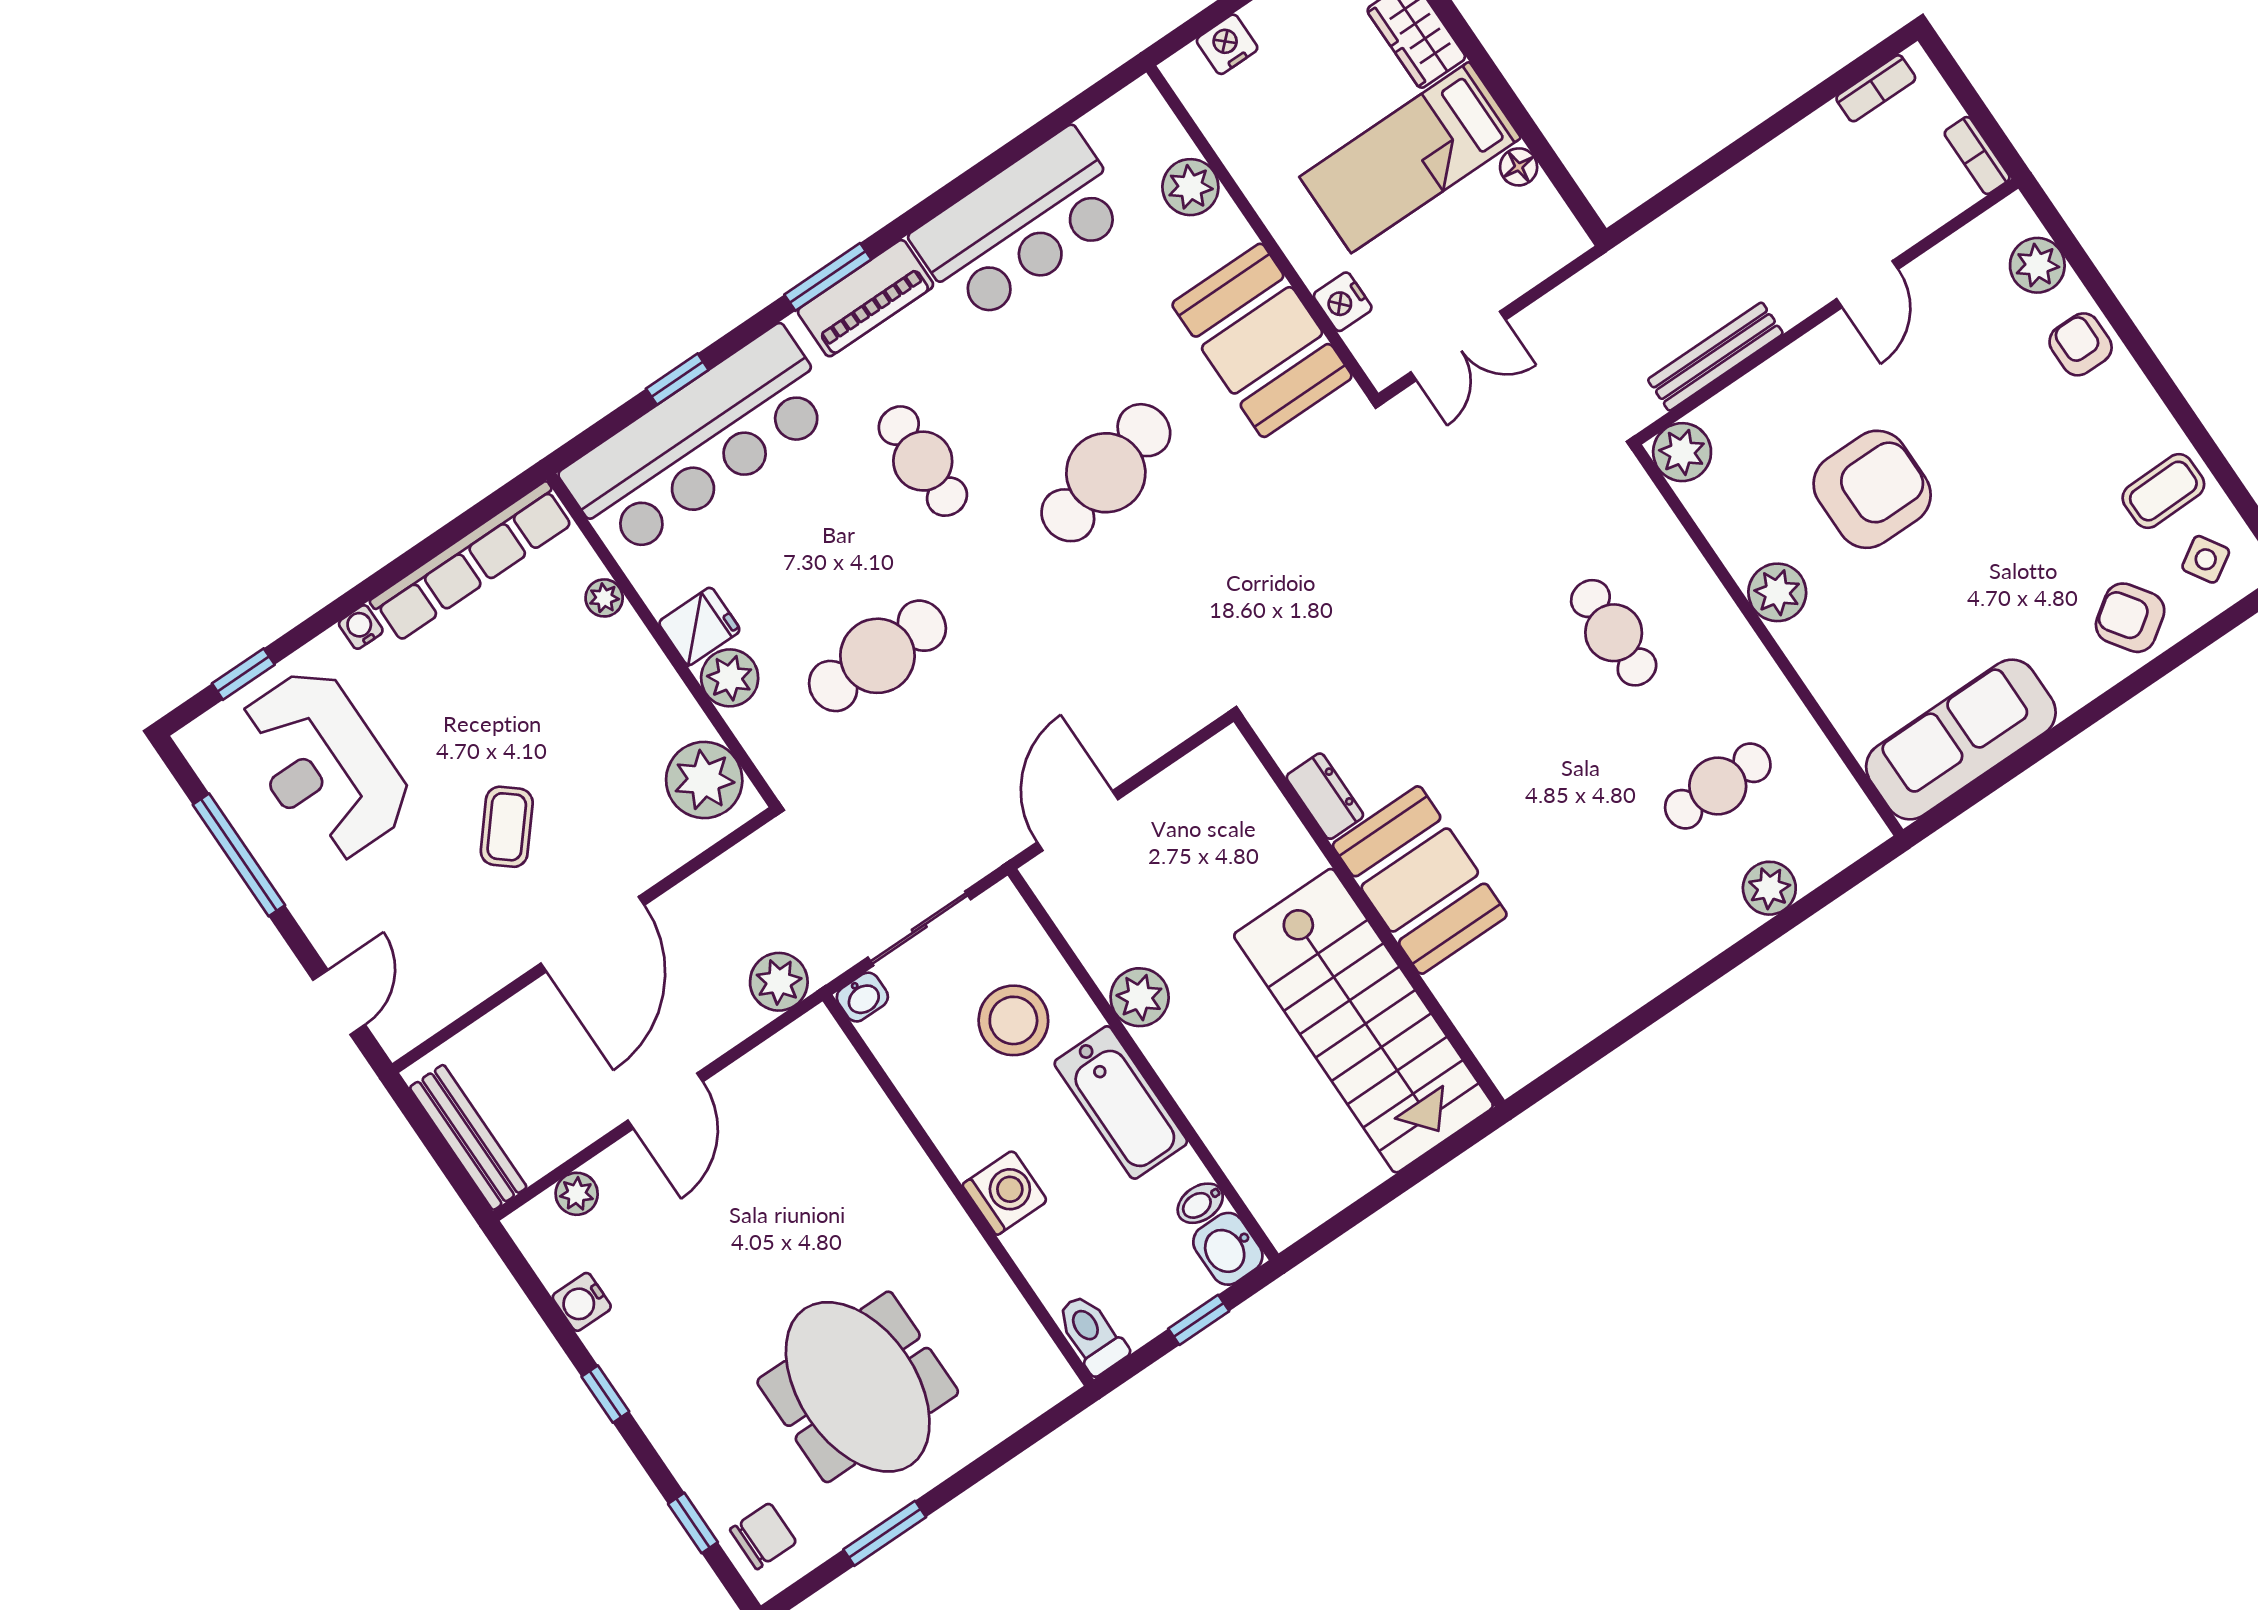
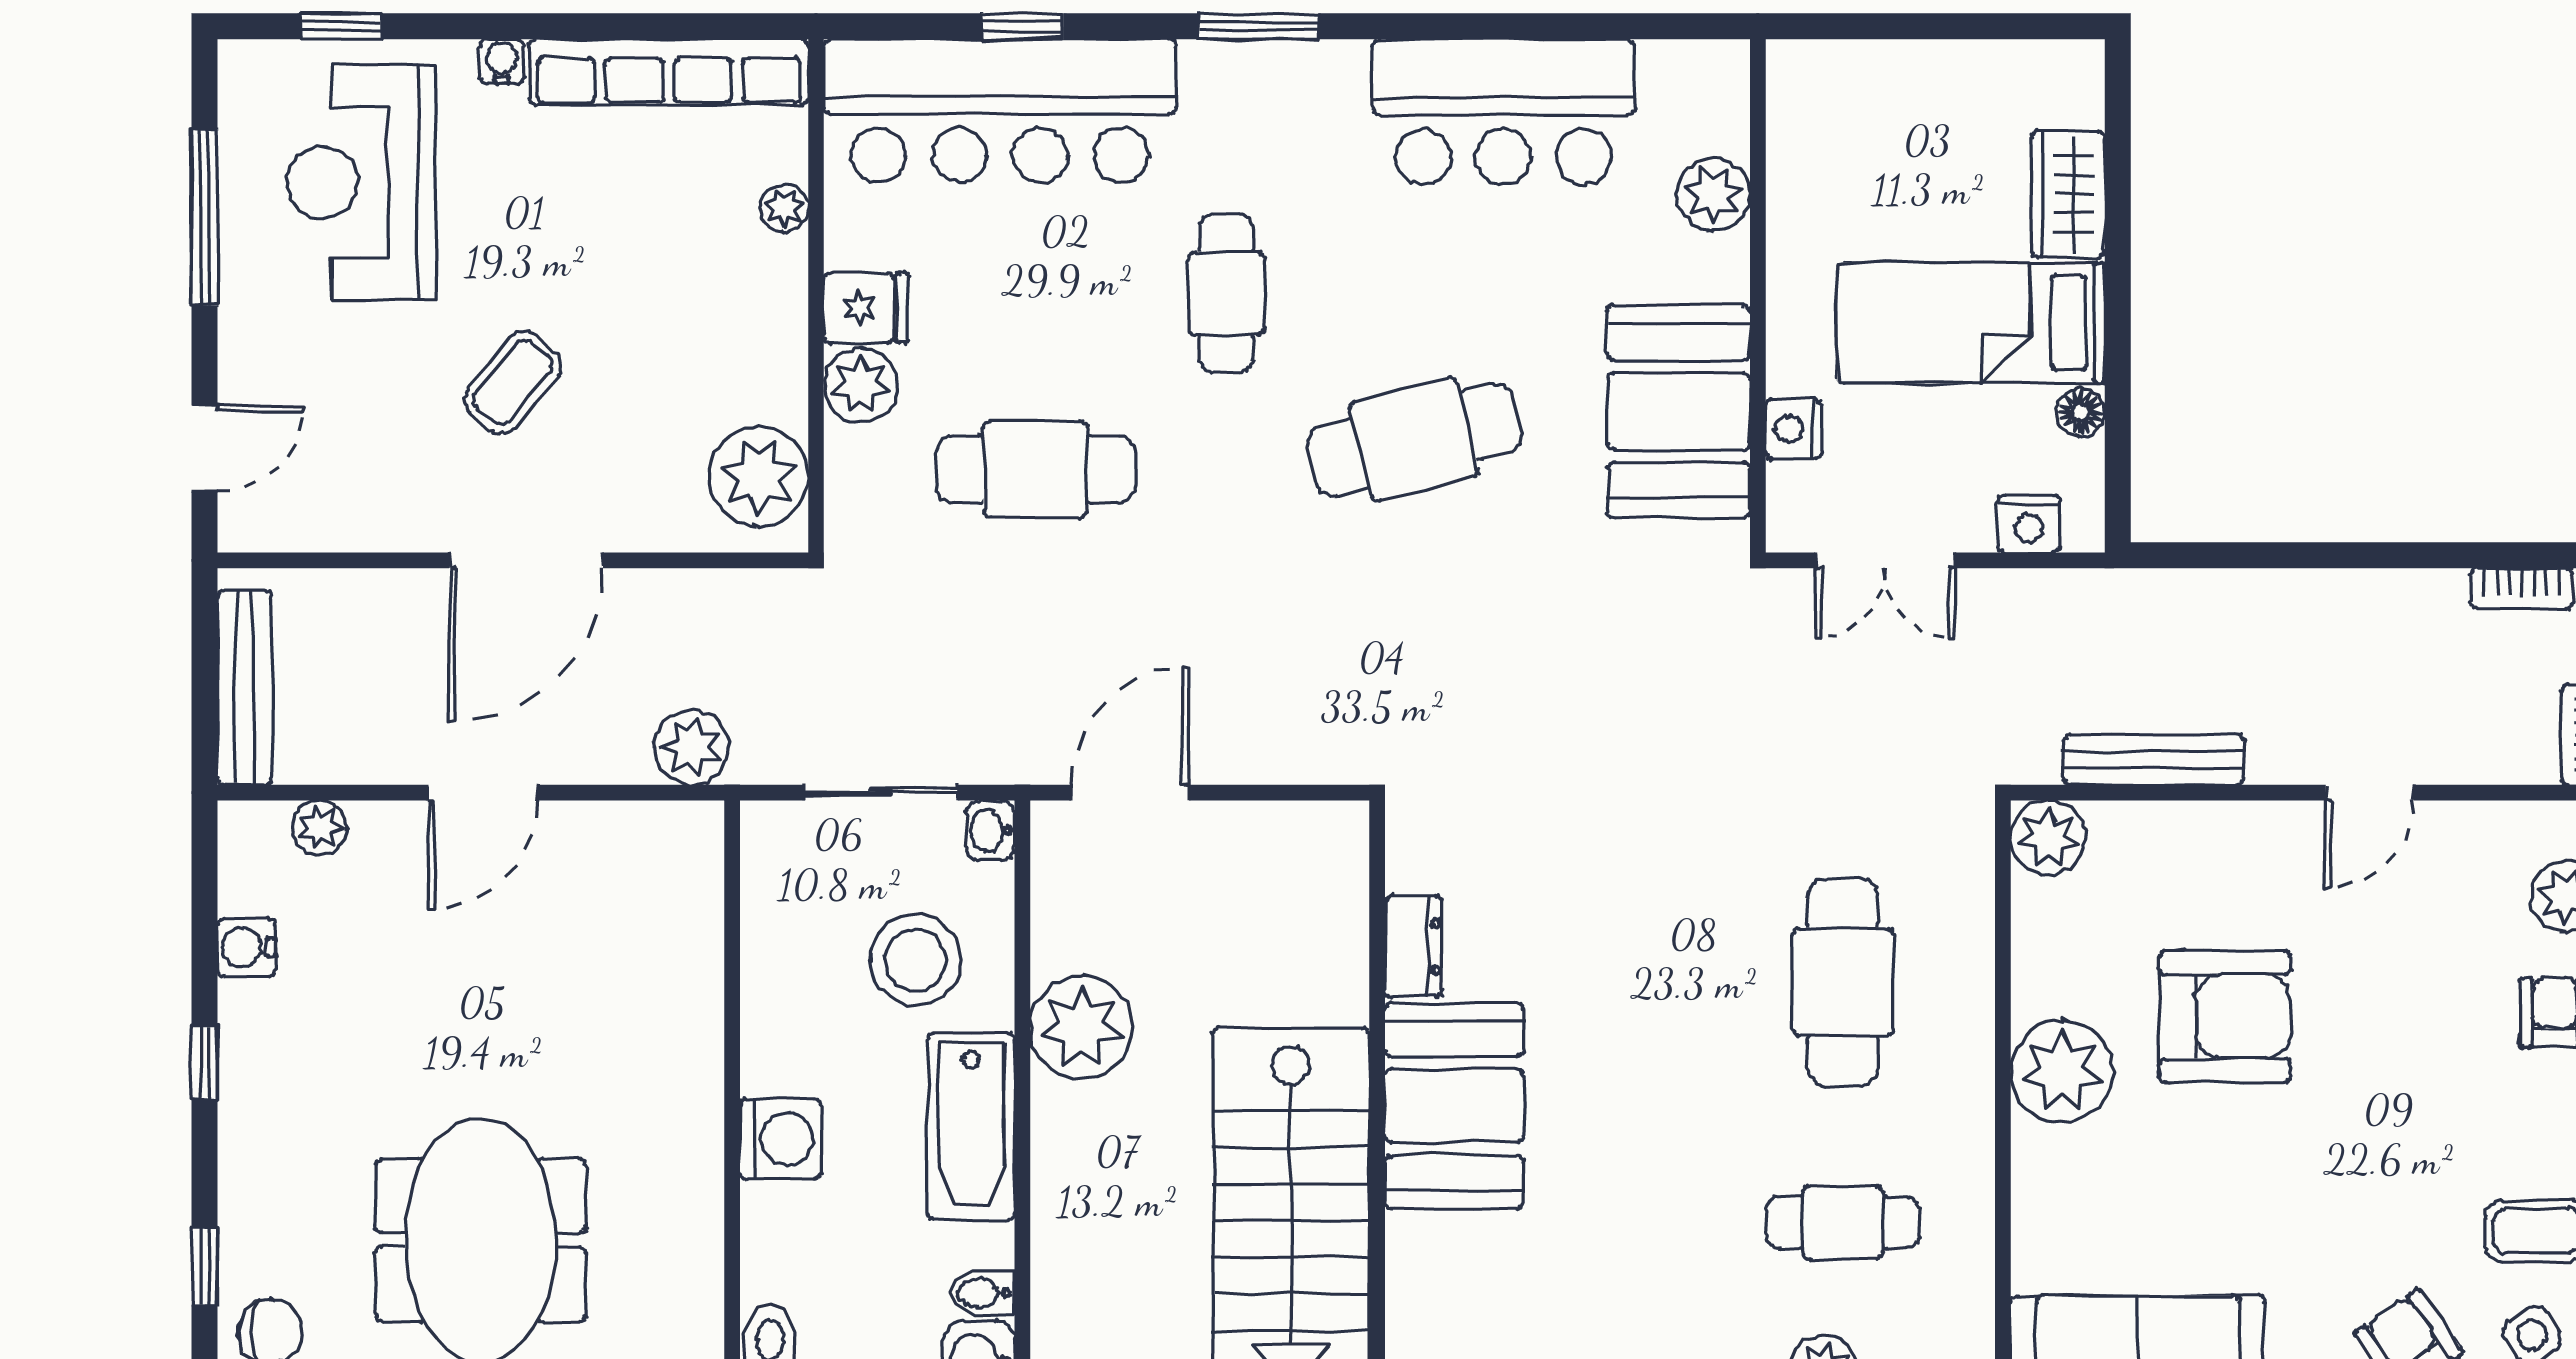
nightstand: (1227, 44) -> (2029, 524), moved, turned 180
piano: (866, 298) -> (1284, 77), removed
plant: (1777, 592) -> (2062, 1072), width x1.36, depth x1.36
cafe table: (1614, 633) -> (1843, 982), width x1.37, depth x1.35
washbasin: (862, 997) -> (990, 831), moved, turned 90
plant: (1140, 997) -> (1081, 1027), width x1.36, depth x1.36

